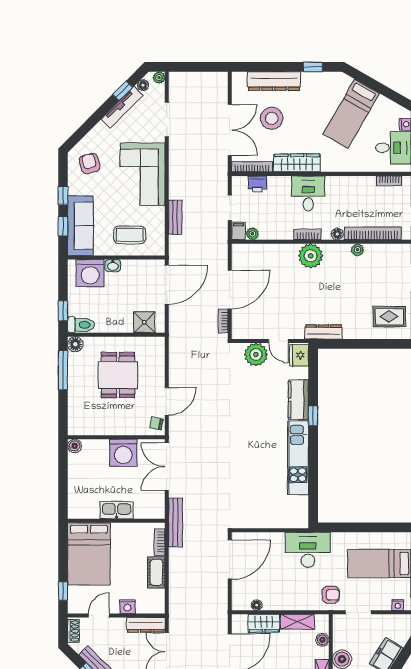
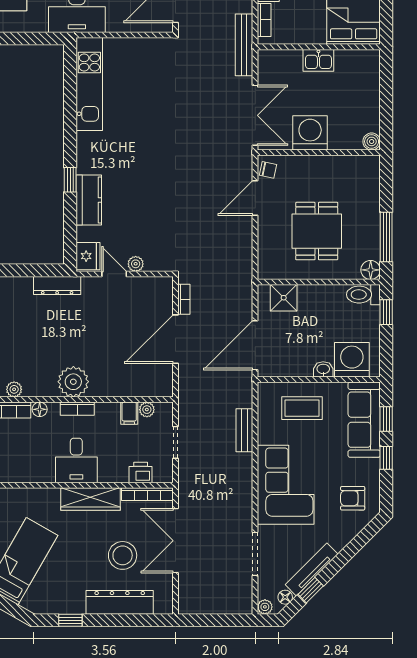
armchair: (90, 164) -> (353, 498), turned 105
filing cabinet: (238, 231) -> (129, 413), moved
plant: (256, 355) -> (136, 264), width x0.53, depth x0.53
kitchen unit: (298, 458) -> (89, 84), moved
kitchen sink: (117, 510) -> (318, 60), width x0.73

